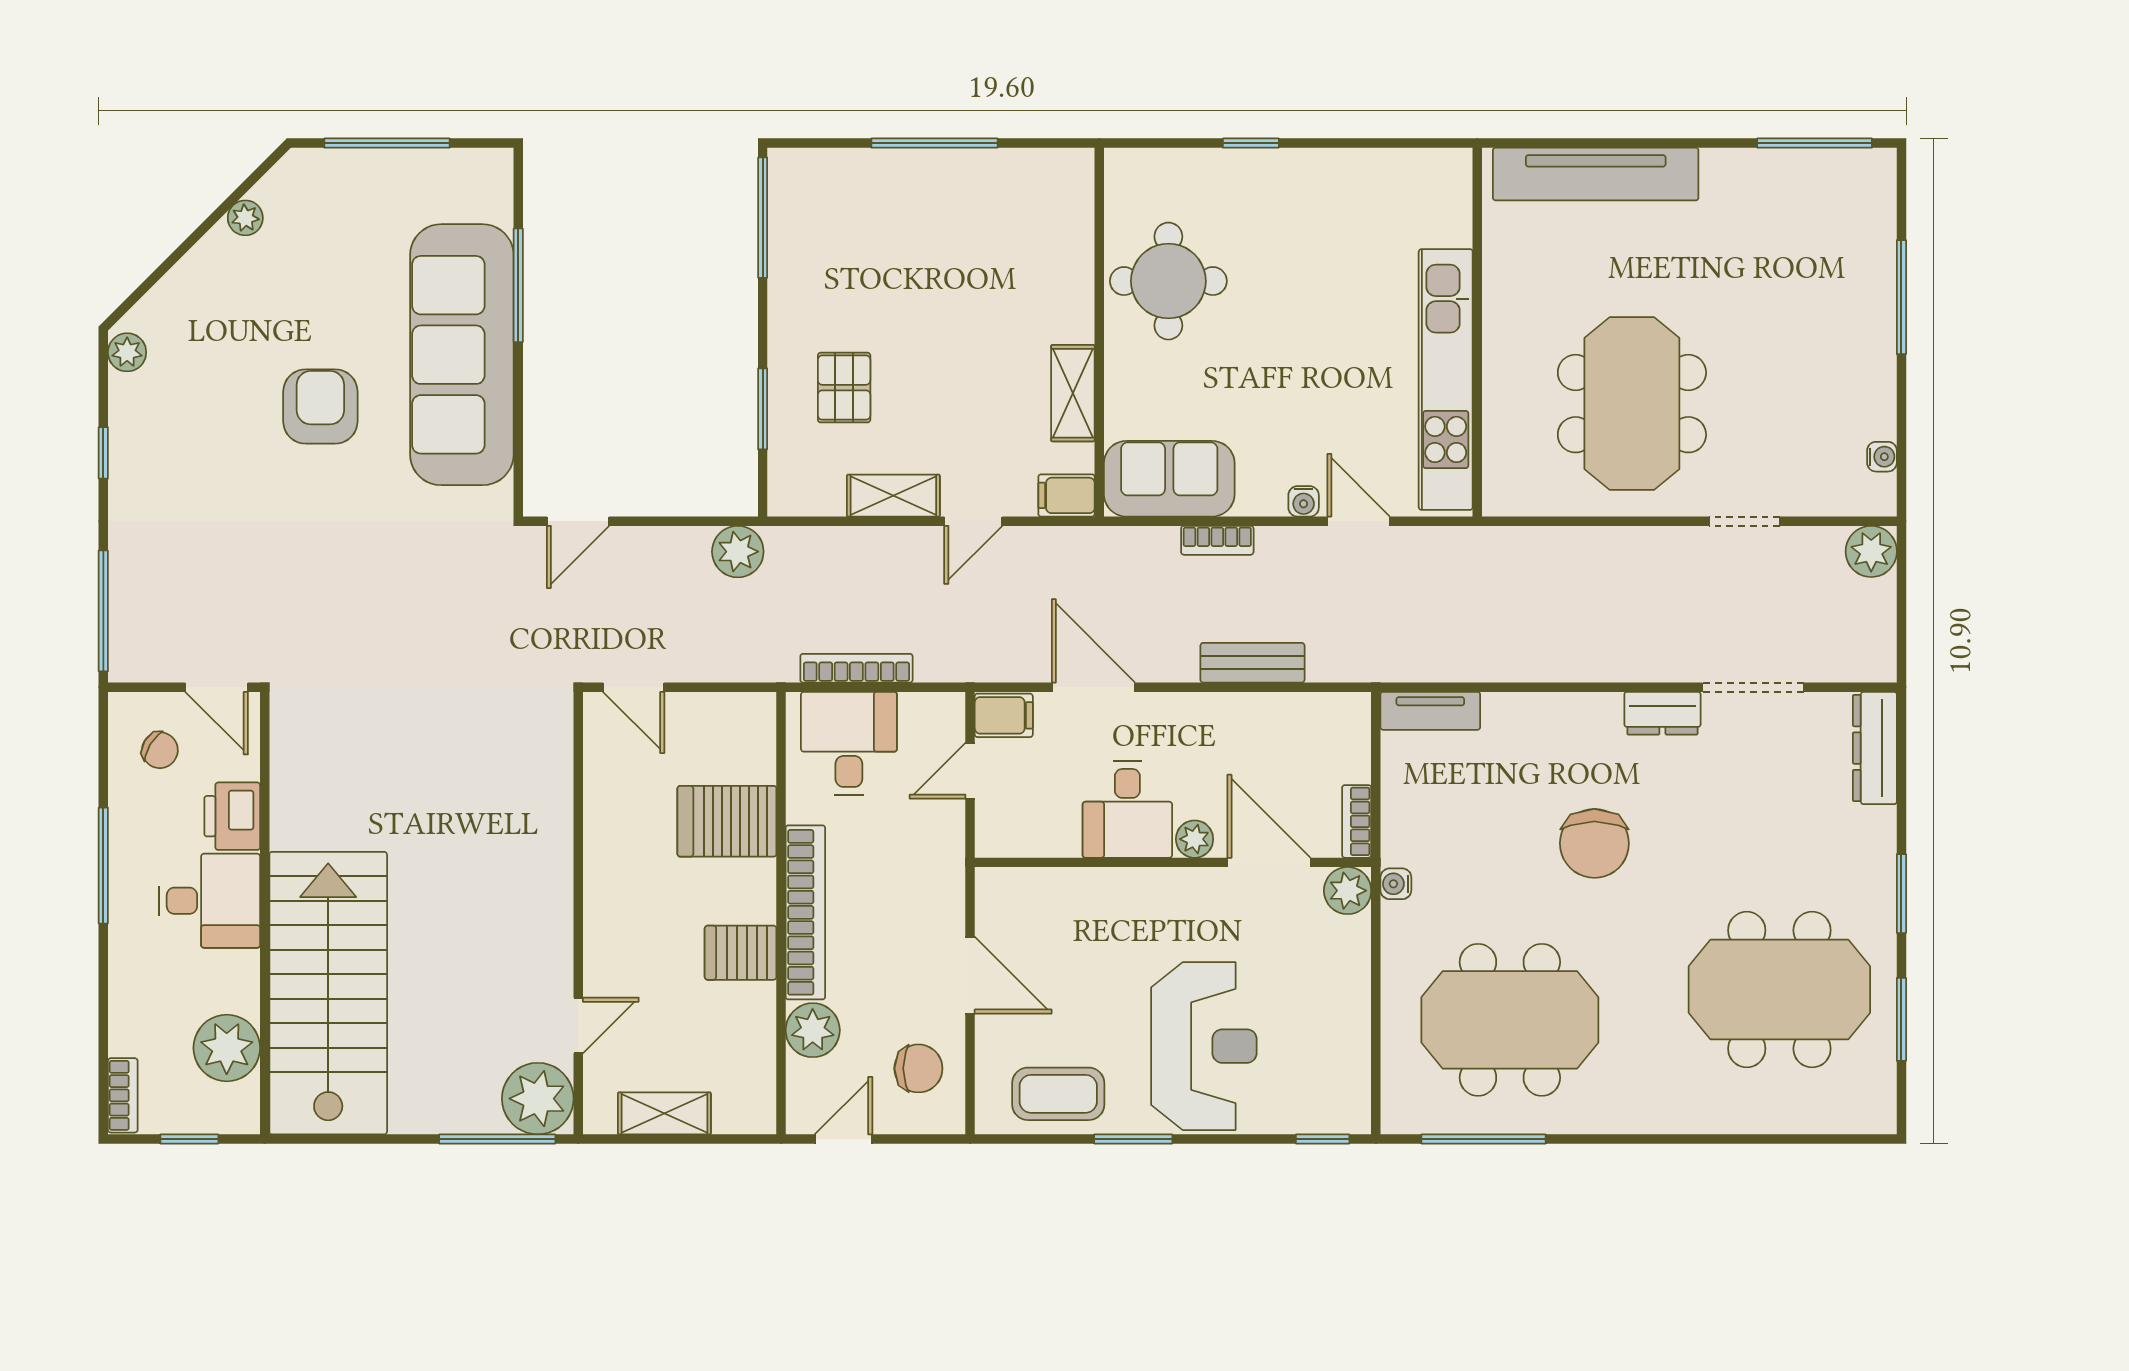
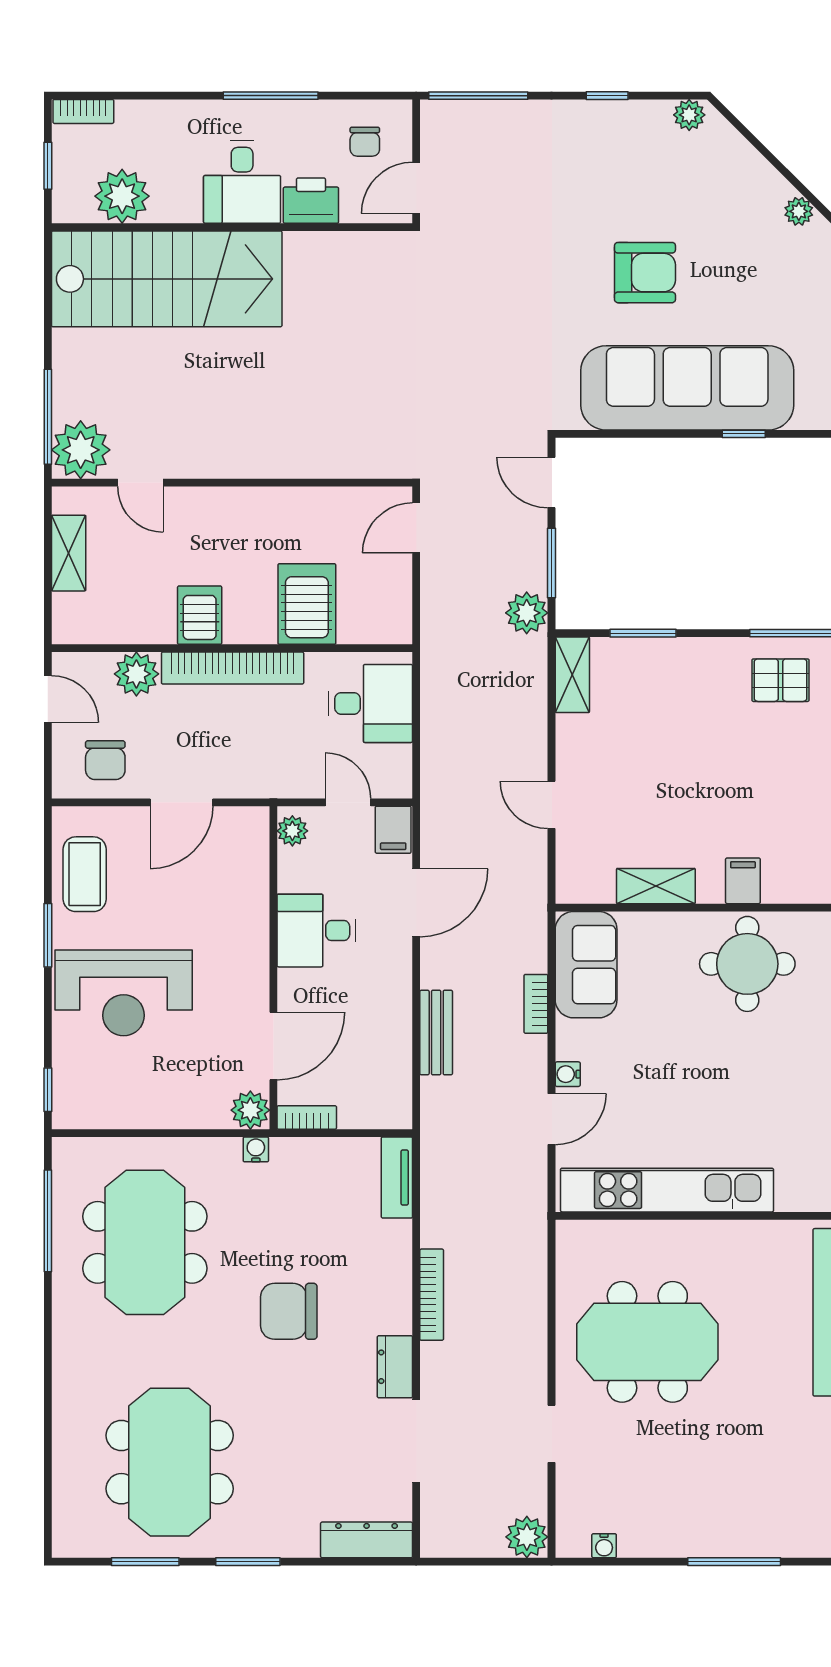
window: (518, 285) -> (744, 434), width x0.46
pallet: (844, 388) -> (780, 680), moved
filing cabinet: (1066, 495) -> (743, 881), moved
shelving: (893, 496) -> (572, 675), moved
window: (677, 521) -> (552, 563), added
bookcase: (856, 668) -> (432, 1295), moved
chair: (160, 750) -> (365, 142), turned -31
plant: (1195, 839) -> (292, 831), moved

